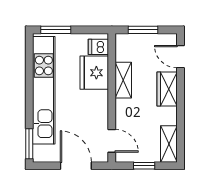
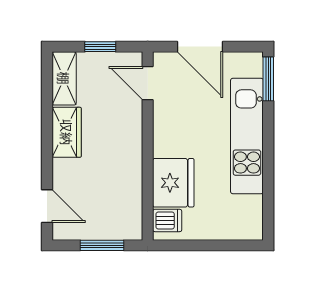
window: (56, 30) -> (229, 245), removed
shelving: (123, 80) -> (131, 172), removed
wardrobe: (167, 89) -> (67, 132), moved
kitchen unit: (44, 90) -> (247, 136), width x0.73

